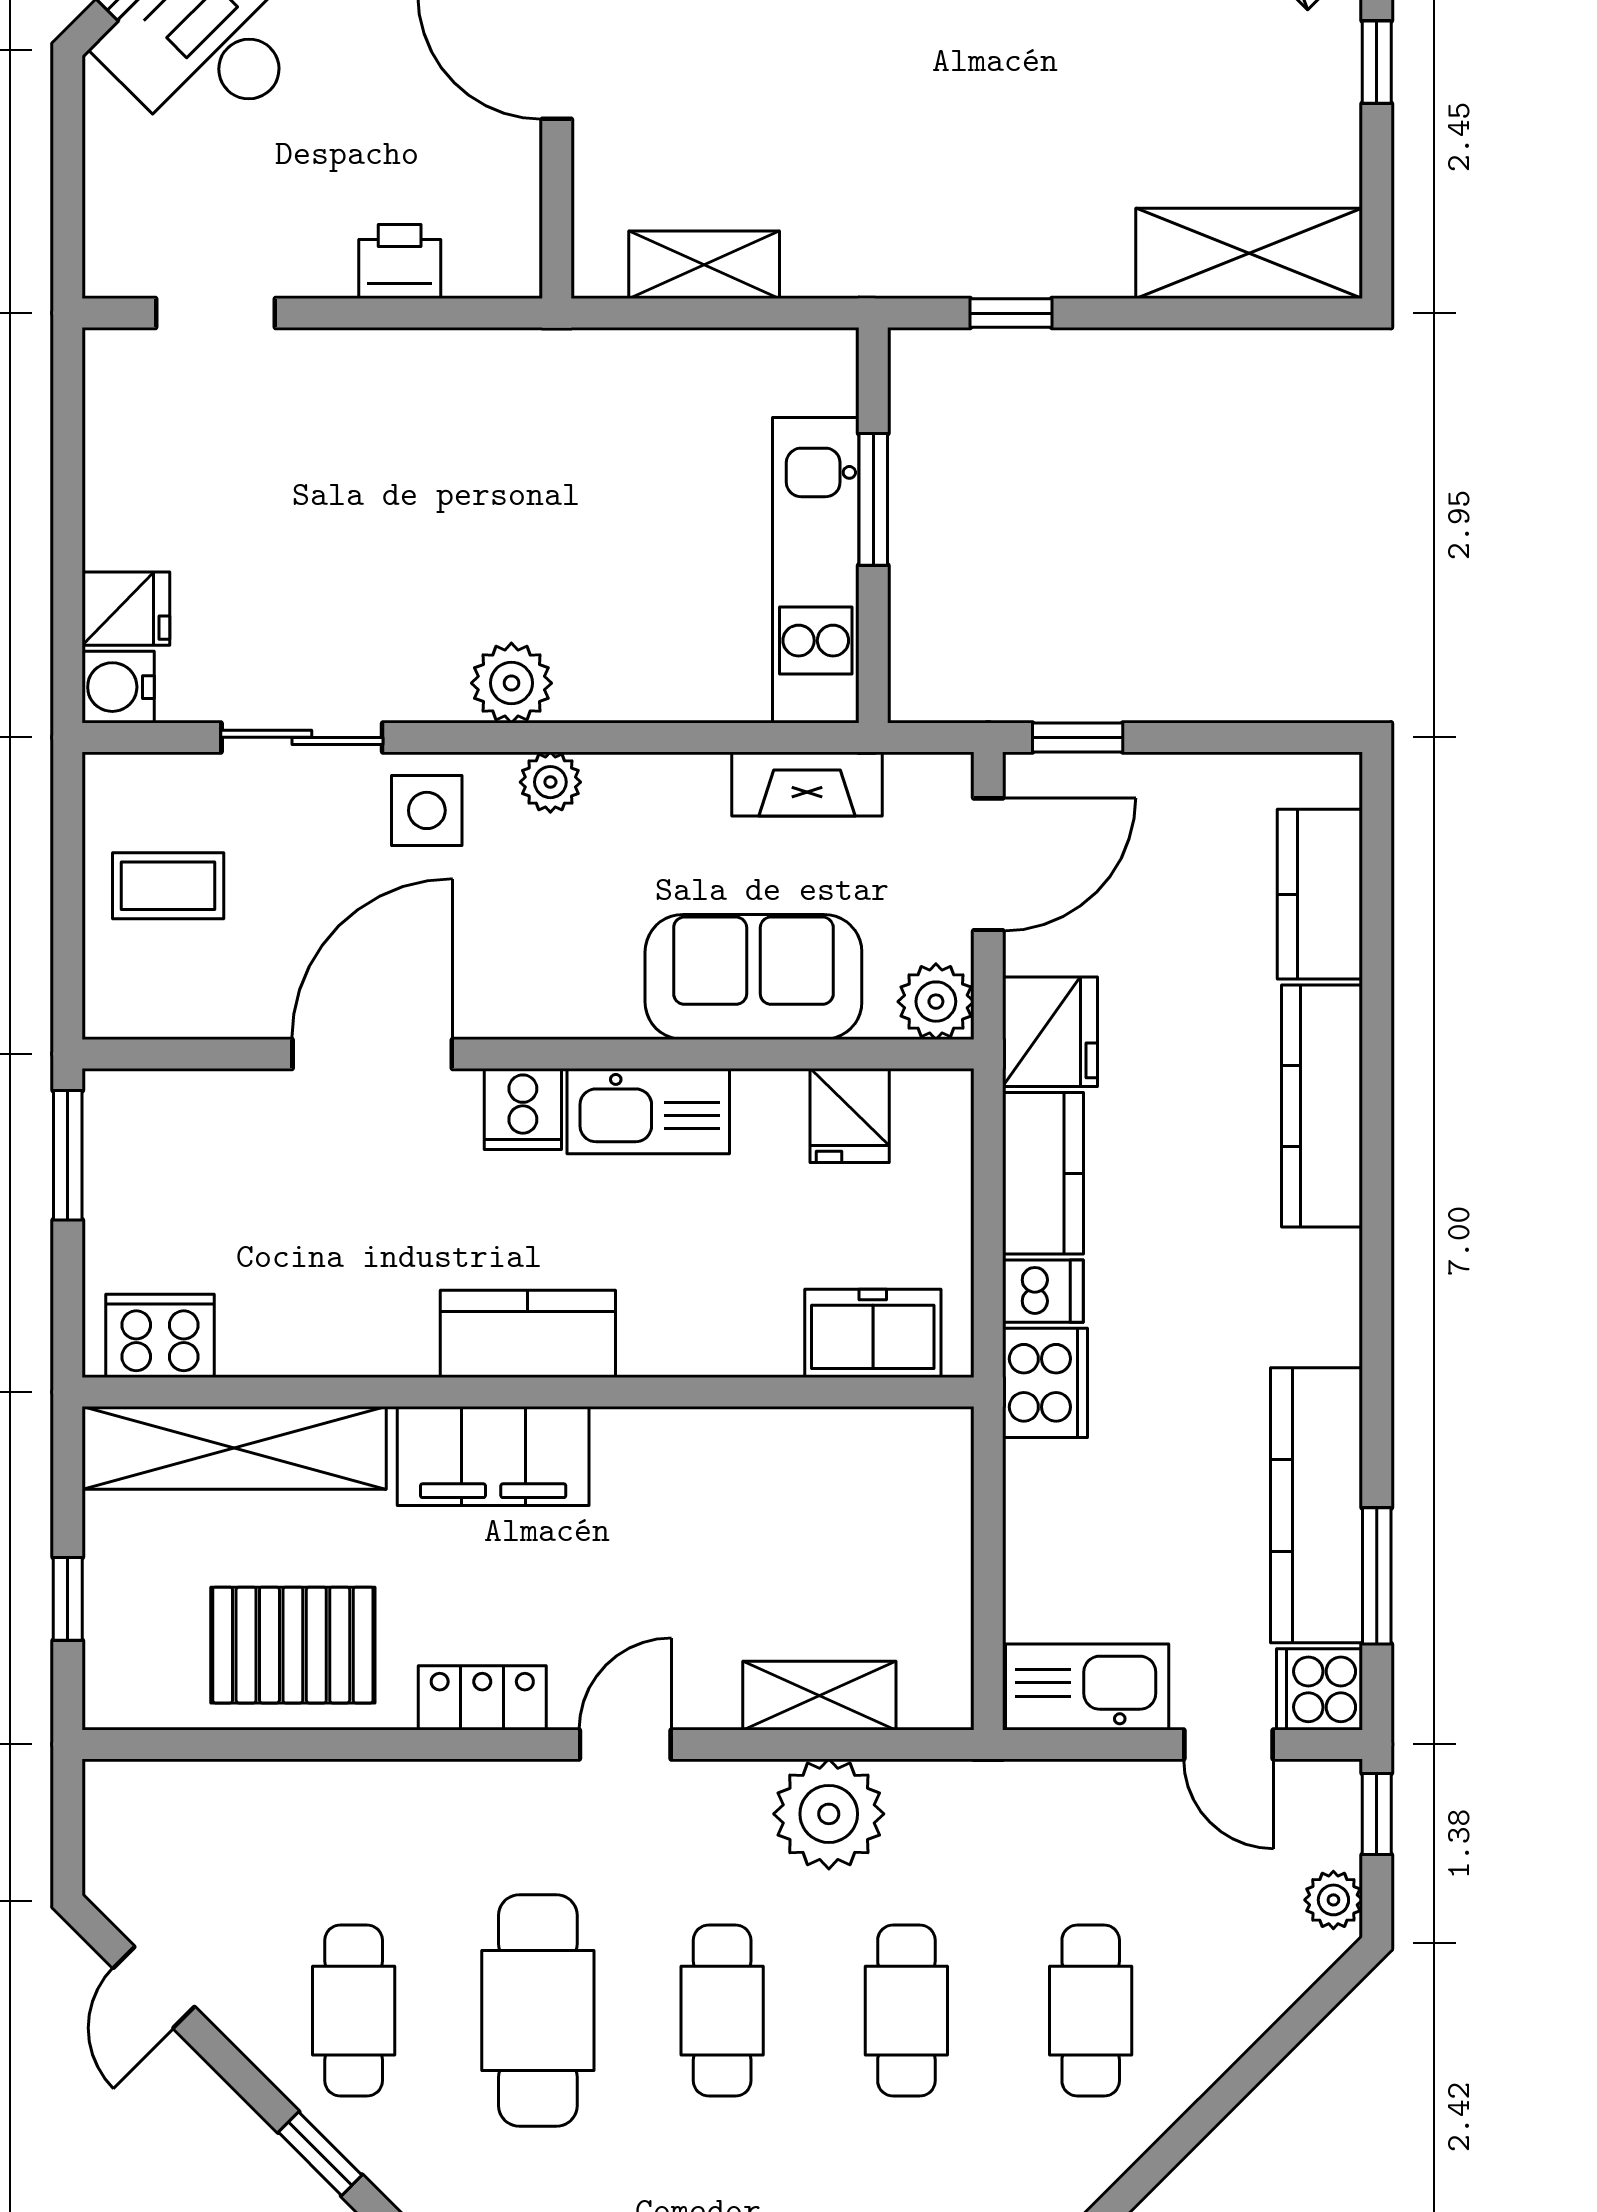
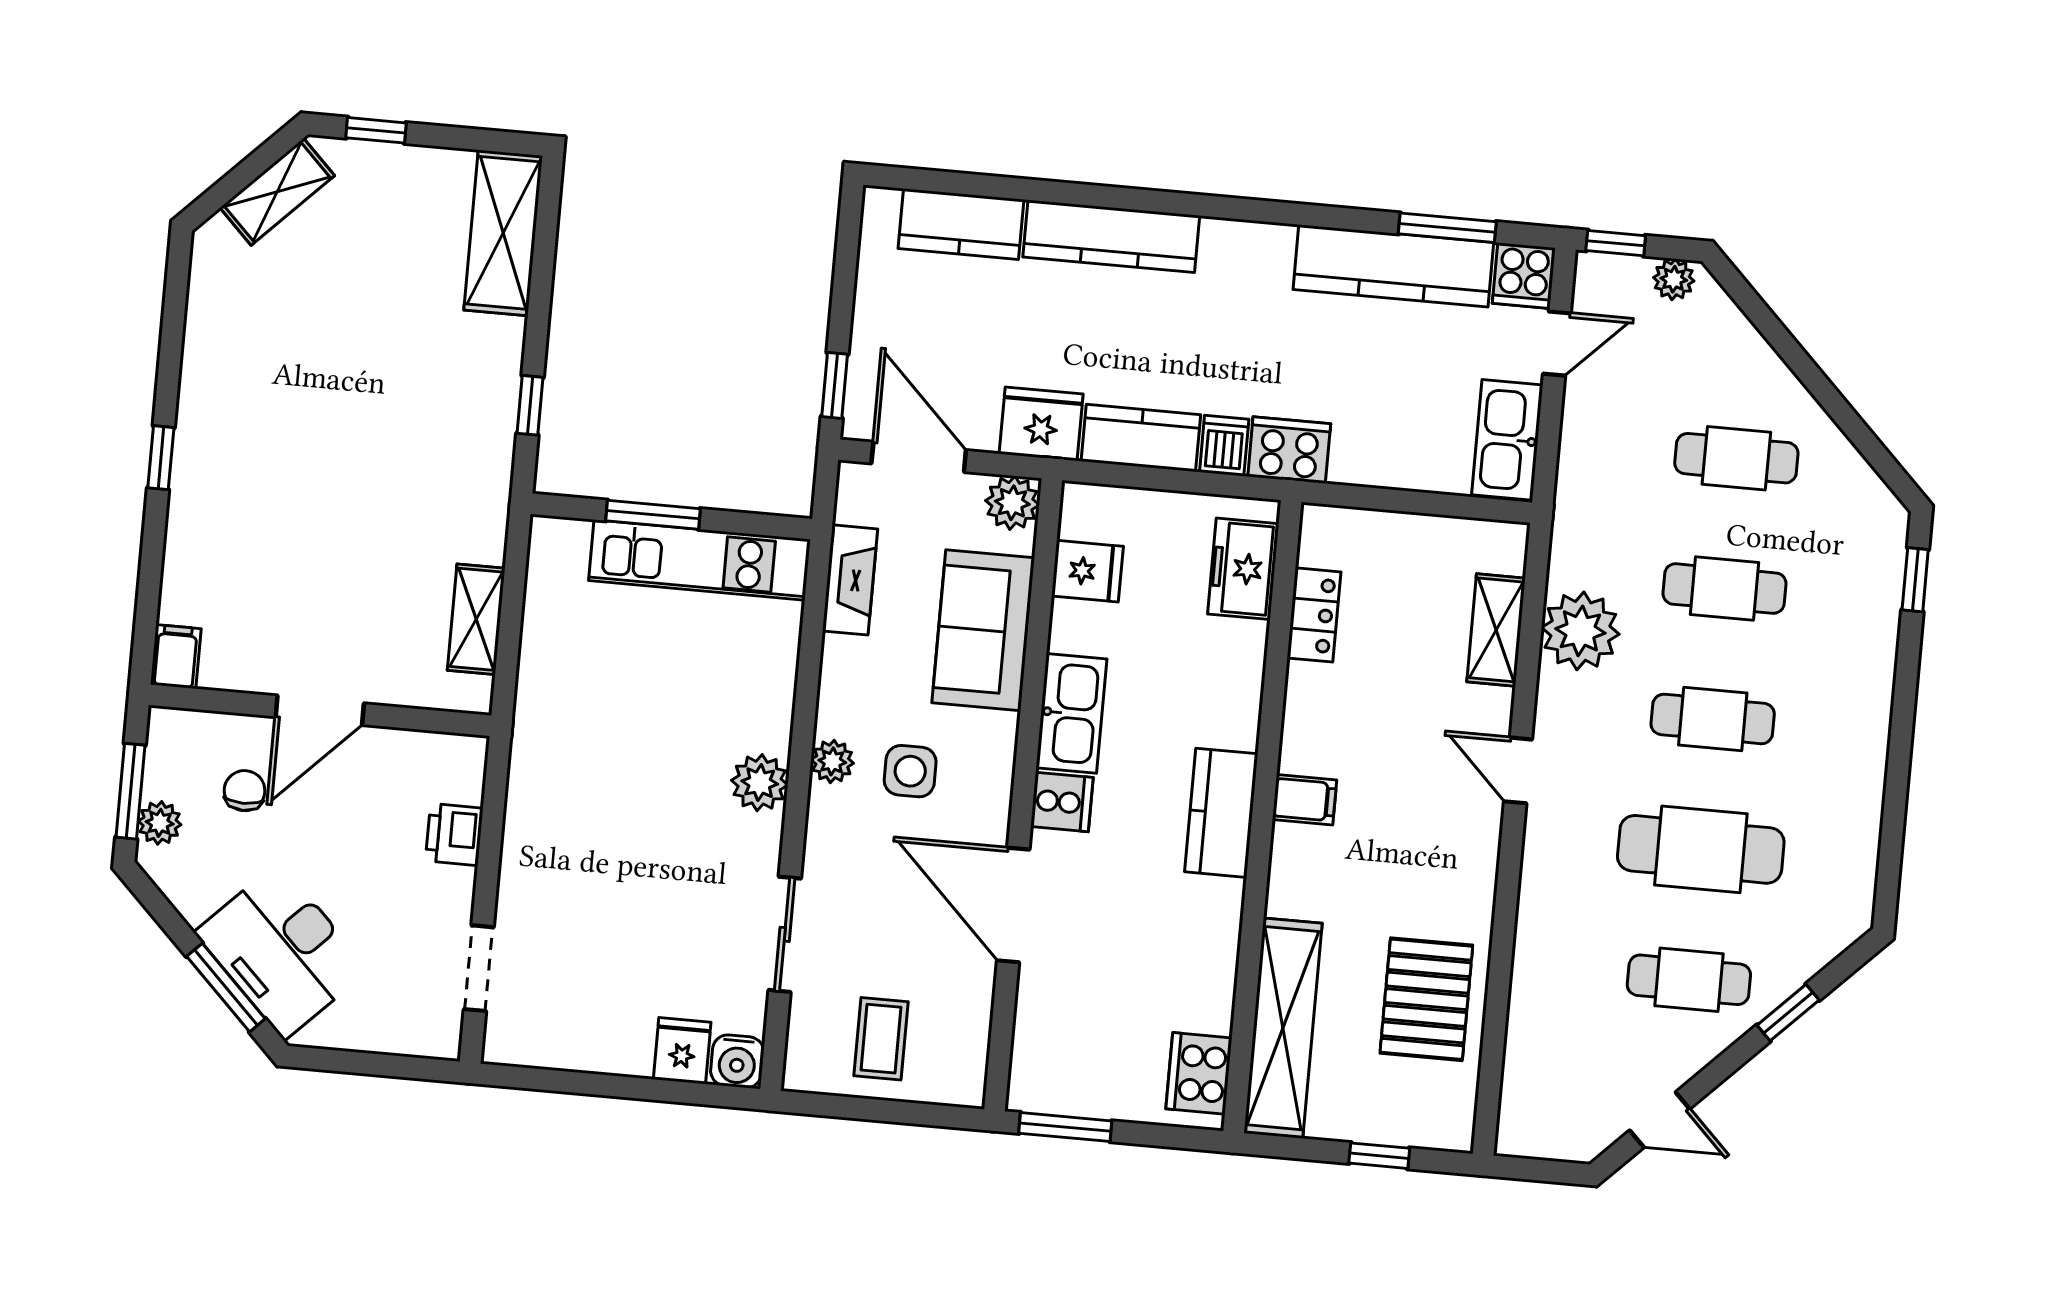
side table: (427, 810) -> (910, 771), moved
filing cabinet: (493, 1456) -> (1305, 800), width x0.33, depth x0.86
locker: (482, 1698) -> (1314, 615), moved, turned 180

